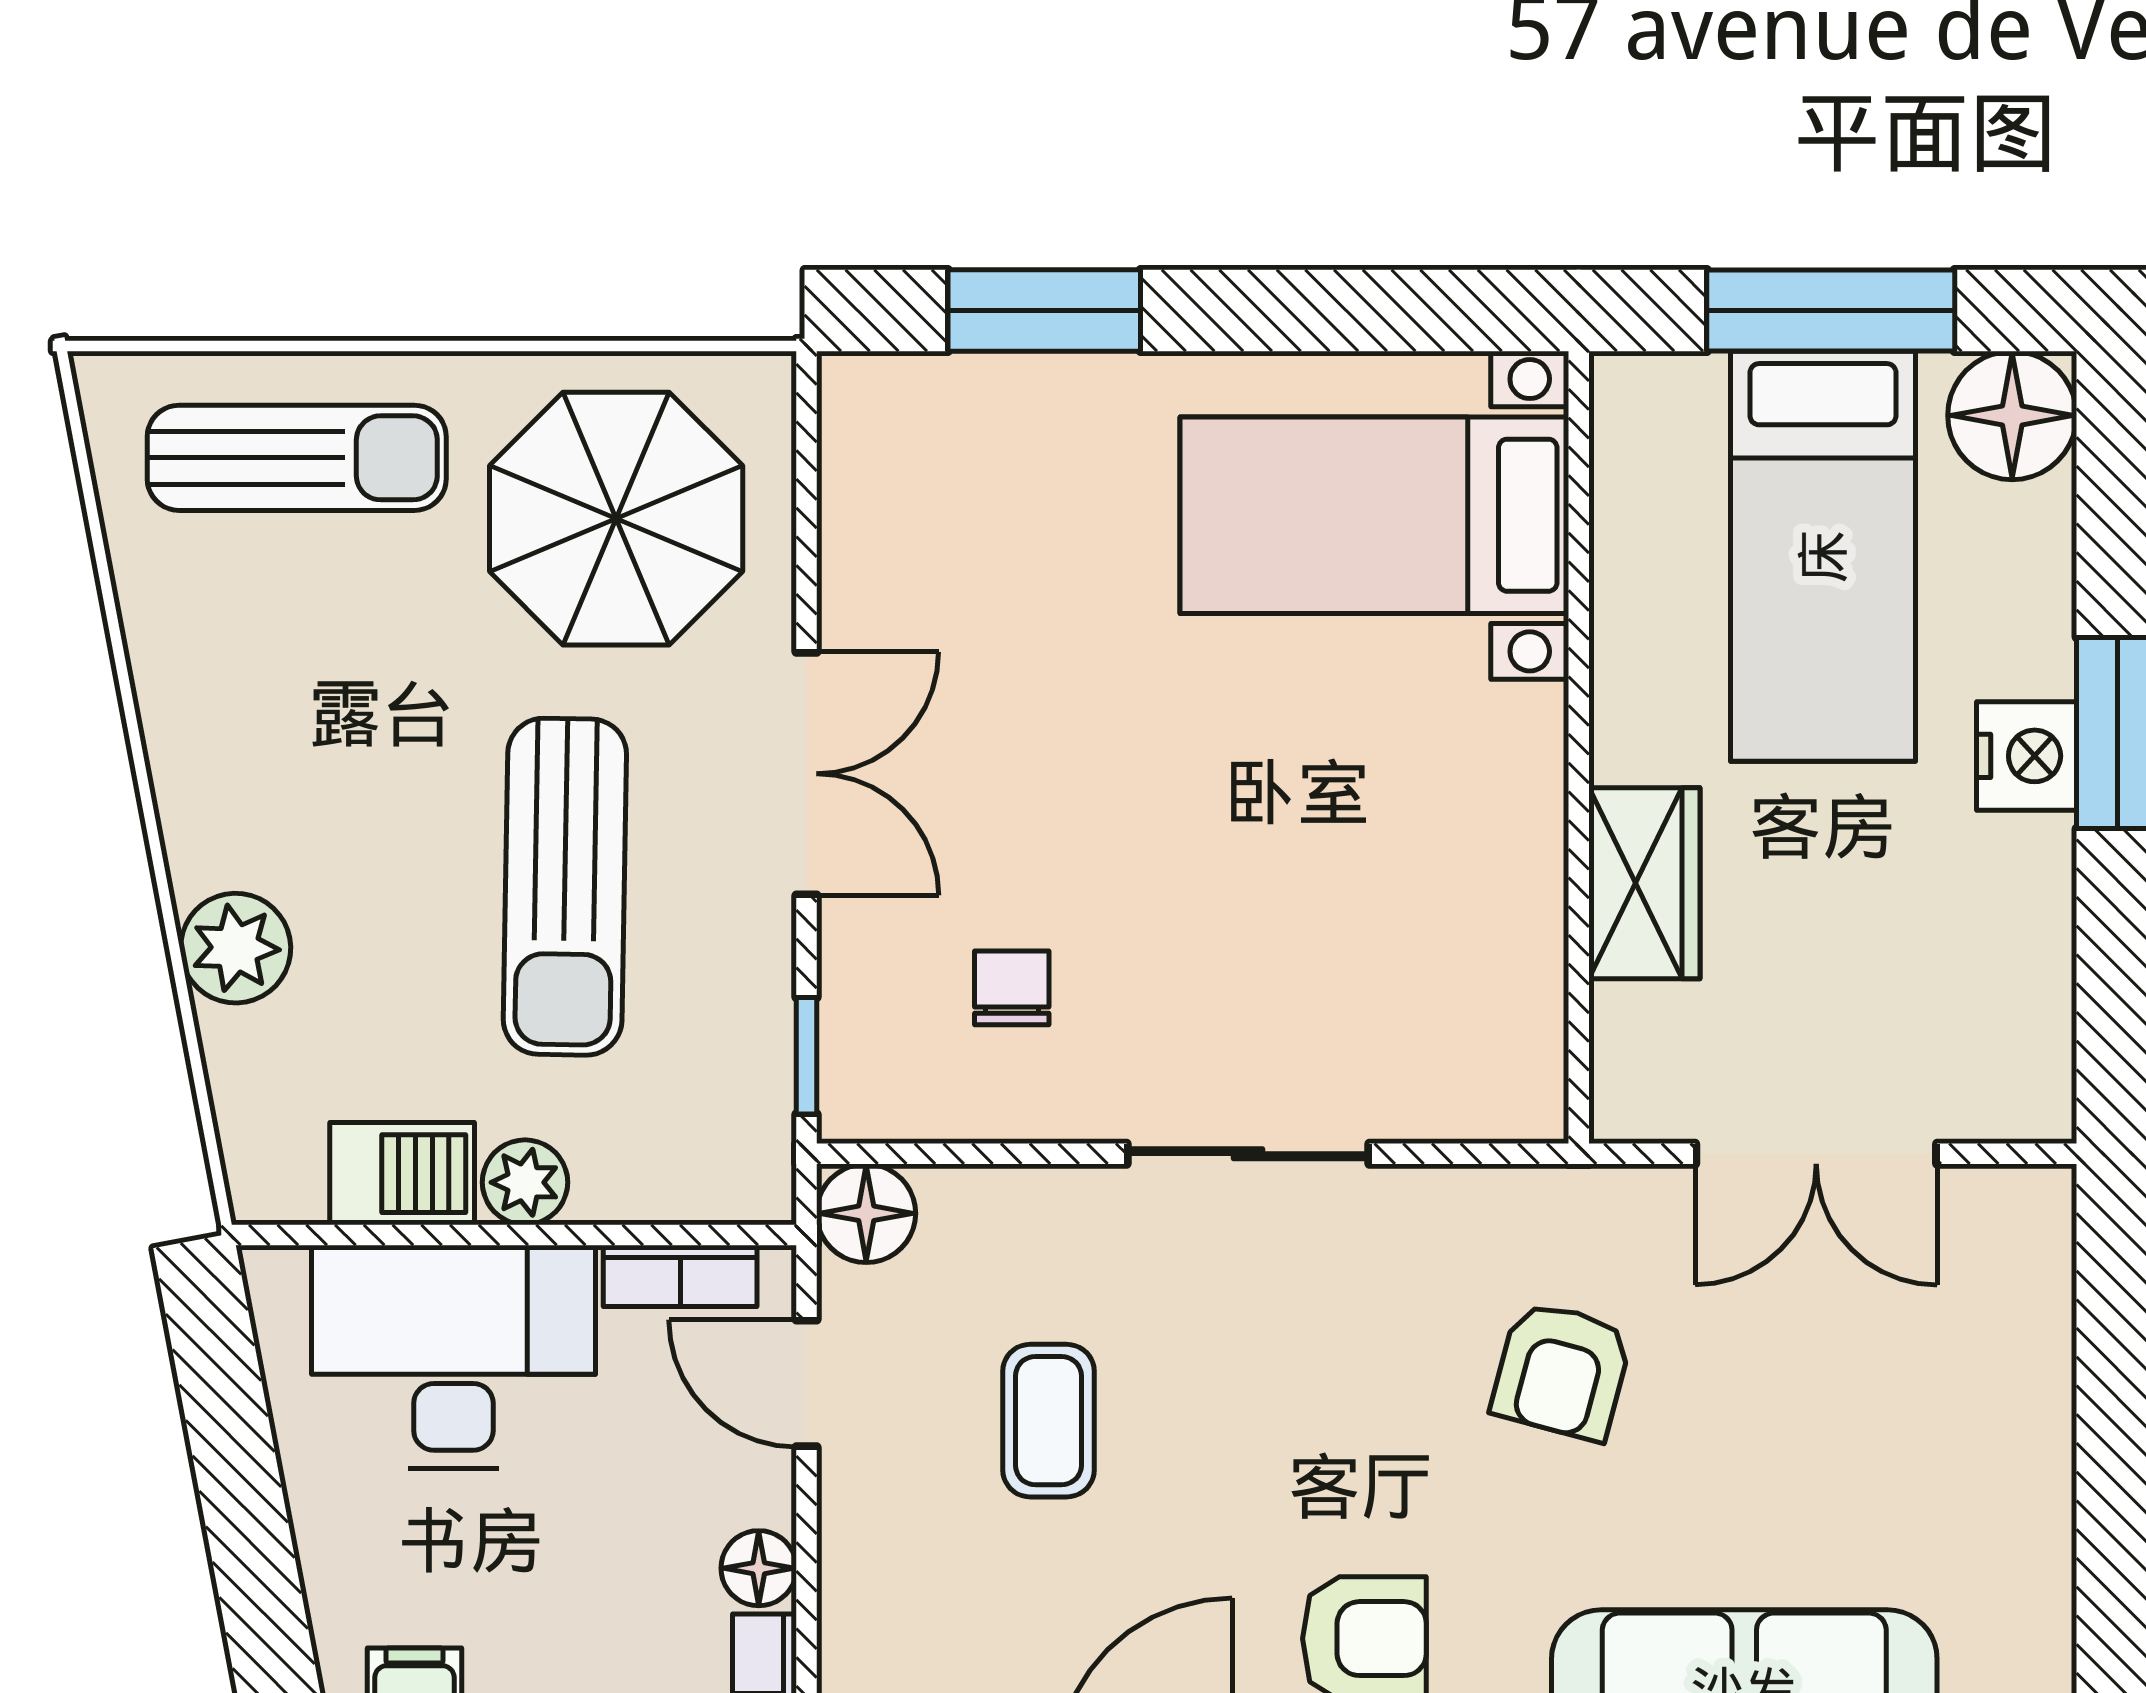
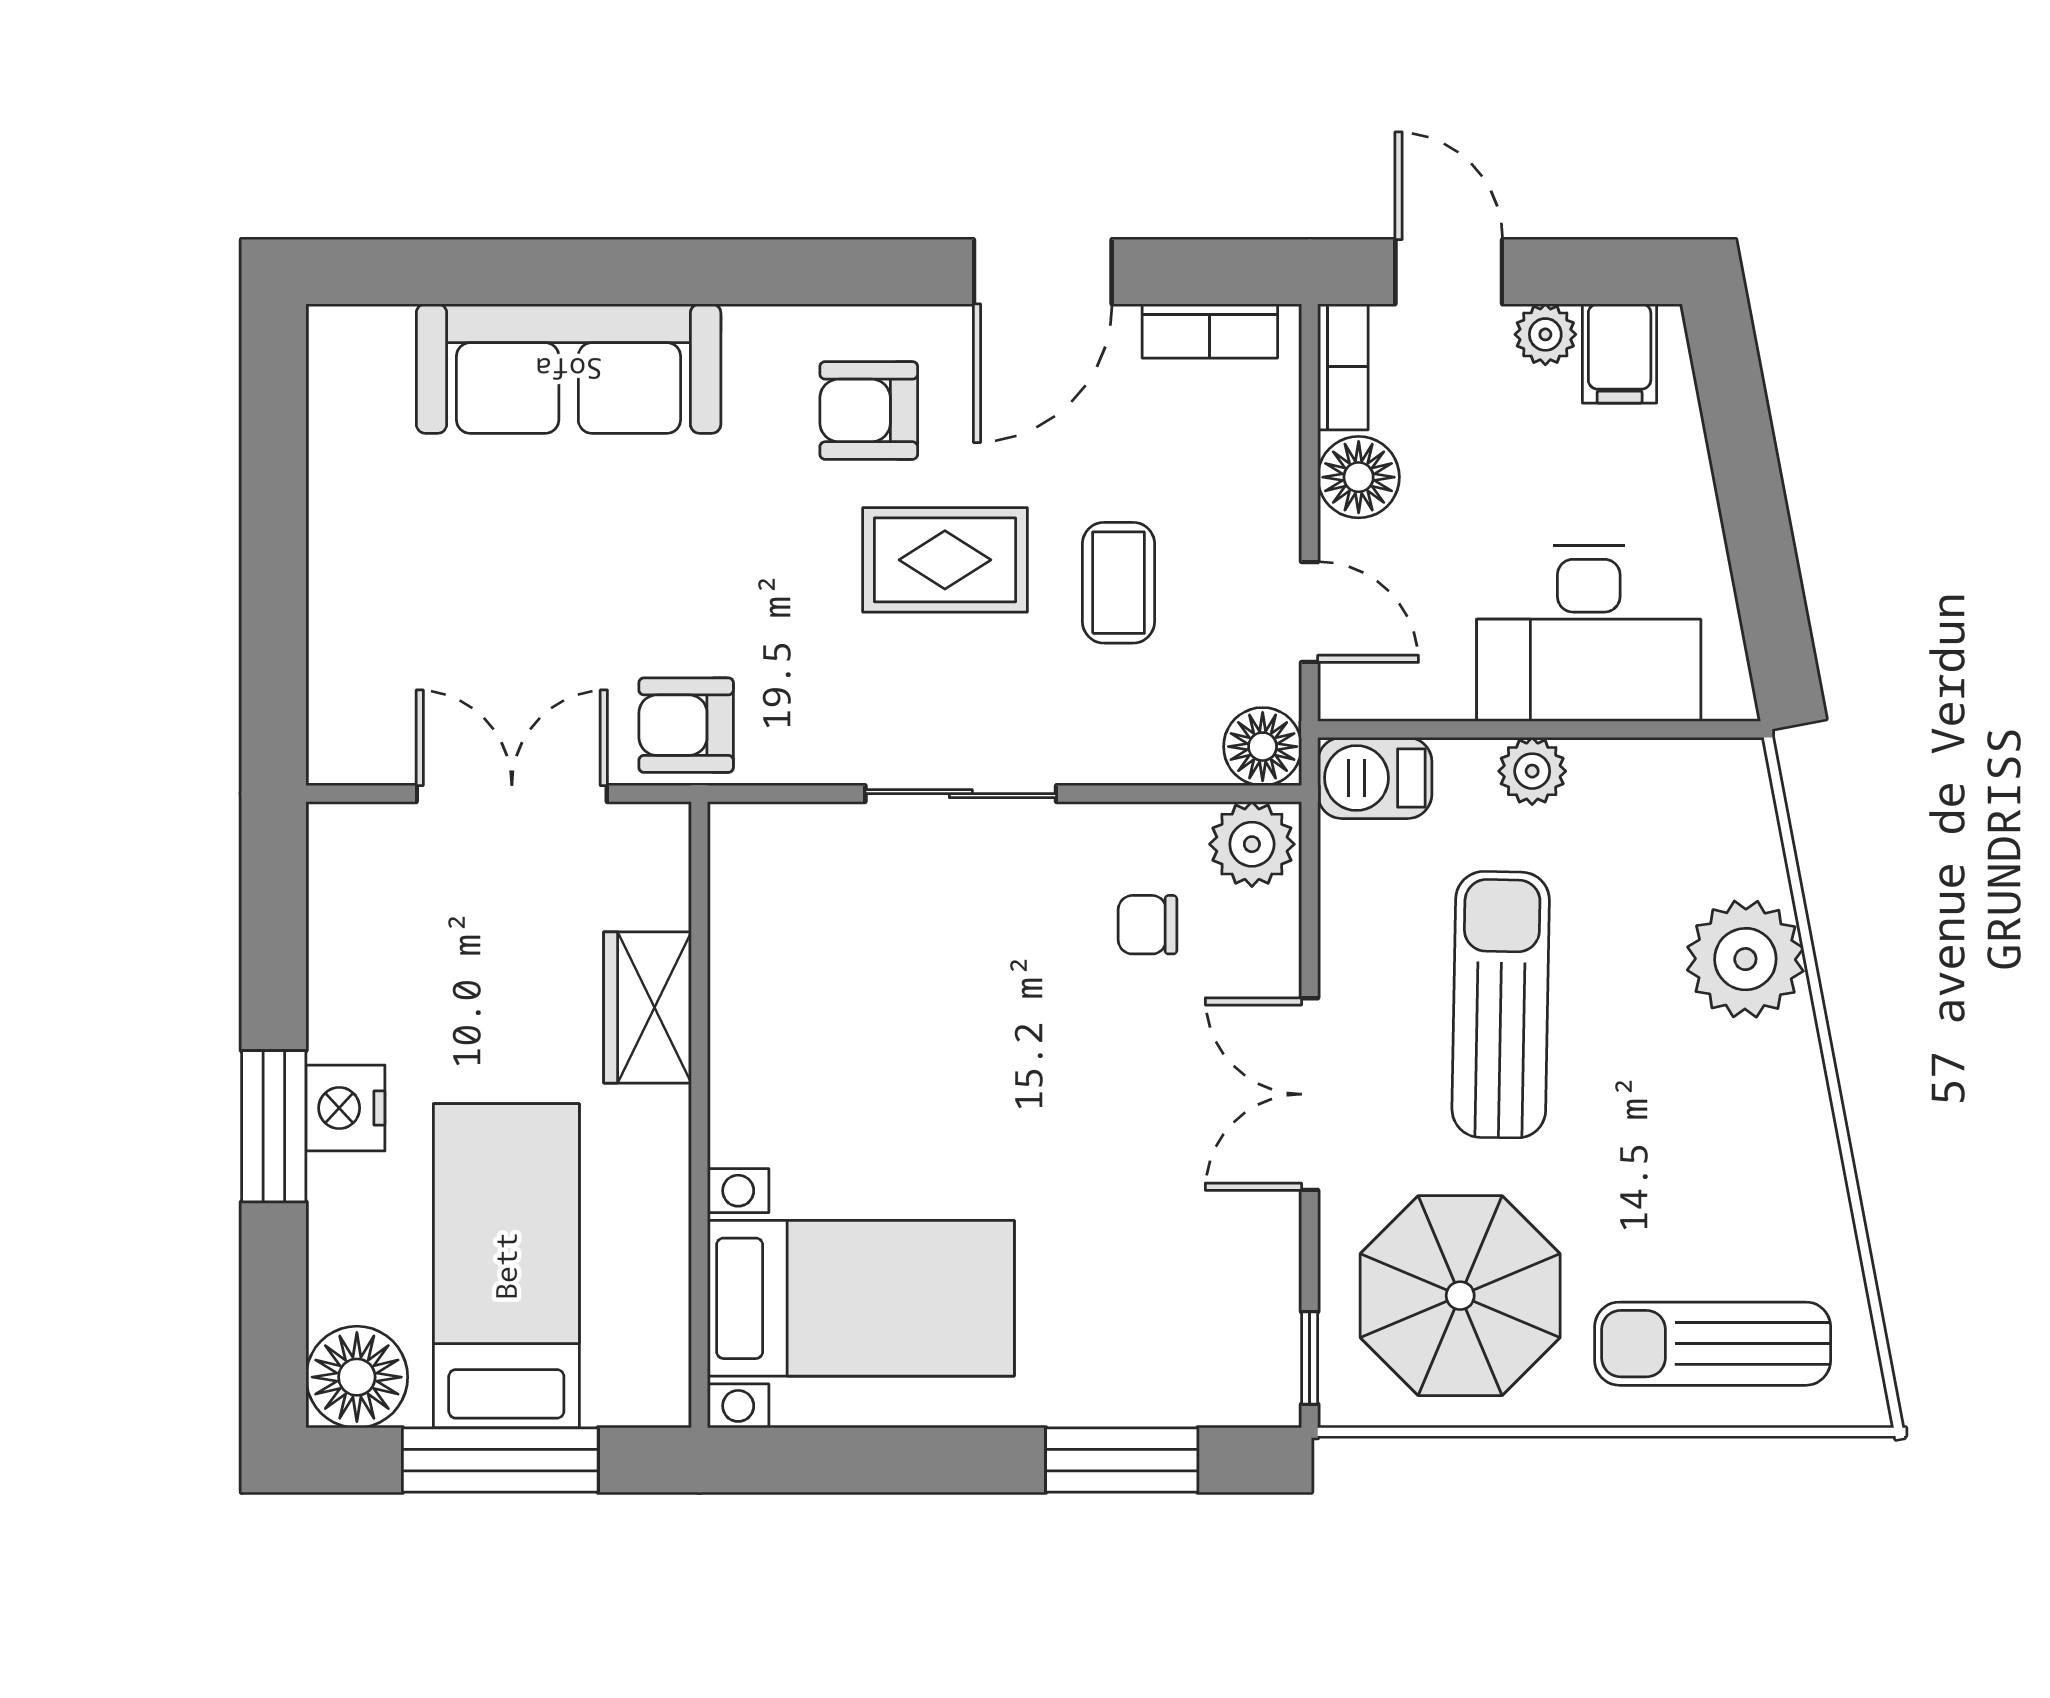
plant: (236, 948) -> (1745, 959), width x1.36, depth x1.36
chair: (1012, 988) -> (1148, 925), turned 90
window: (807, 1056) -> (1310, 1358), moved
plant: (880, 1090) -> (1252, 844), added
barbecue: (402, 1174) -> (1375, 778), moved
bookcase: (680, 1276) -> (1410, 697), removed
armchair: (1562, 1371) -> (686, 725), moved, turned -105
rug: (1268, 1450) -> (945, 560), added
floor lamp: (759, 1568) -> (1359, 477), width x1.37, depth x1.37

